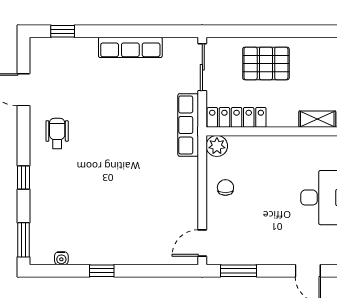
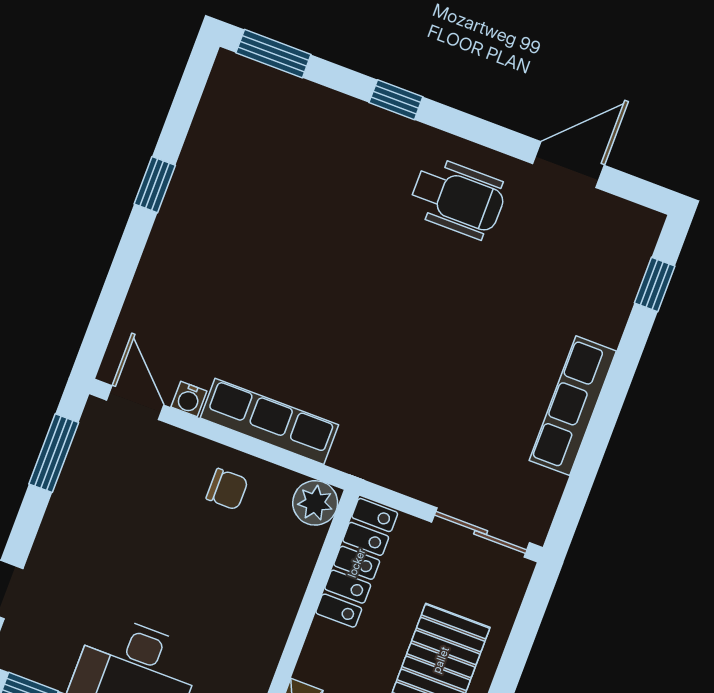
row of seats: (188, 125) -> (269, 421), moved
wheelchair: (57, 133) -> (458, 198), width x1.36, depth x1.37
water cooler: (61, 258) -> (189, 399), moved, turned -90

